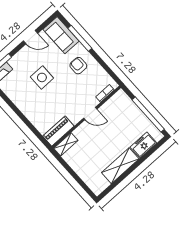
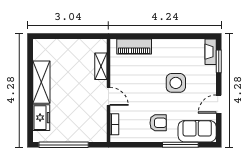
door: (90, 114) -> (108, 96), swing flipped
piano: (58, 131) -> (134, 47), moved, turned 90
shelving: (66, 144) -> (101, 66), moved

